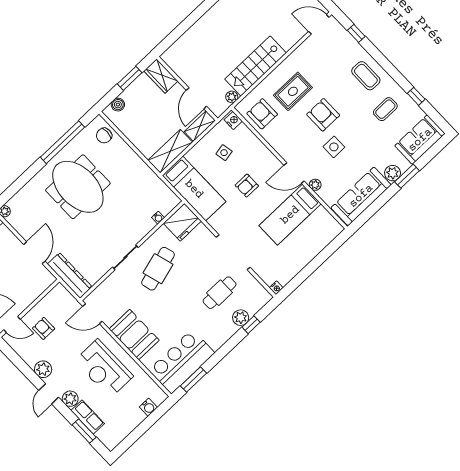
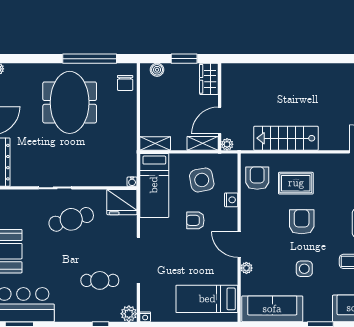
plant: (232, 97) -> (227, 144), moved
nightstand: (233, 120) -> (231, 200), moved
chair: (104, 136) -> (125, 83), turned -90
side table: (334, 147) -> (304, 269), moved
shelving: (170, 151) -> (155, 143), width x0.67, depth x0.75
side table: (224, 153) -> (202, 180), width x1.87, depth x1.87
plant: (393, 173) -> (312, 314), removed
bed: (290, 215) -> (207, 299), moved
water cooler: (158, 218) -> (132, 182), moved
plant: (241, 318) -> (129, 314), moved

